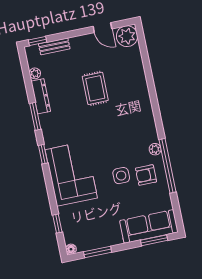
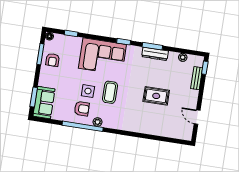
door: (102, 28) -> (197, 117), hinge flipped
plant: (127, 36) -> (185, 132), removed
dresser: (41, 96) -> (155, 54), moved
coffee table: (112, 148) -> (110, 92), added
armchair: (146, 175) -> (82, 109), turned 90
sofa: (149, 226) -> (44, 103), width x0.73
armchair: (99, 234) -> (53, 60), added

